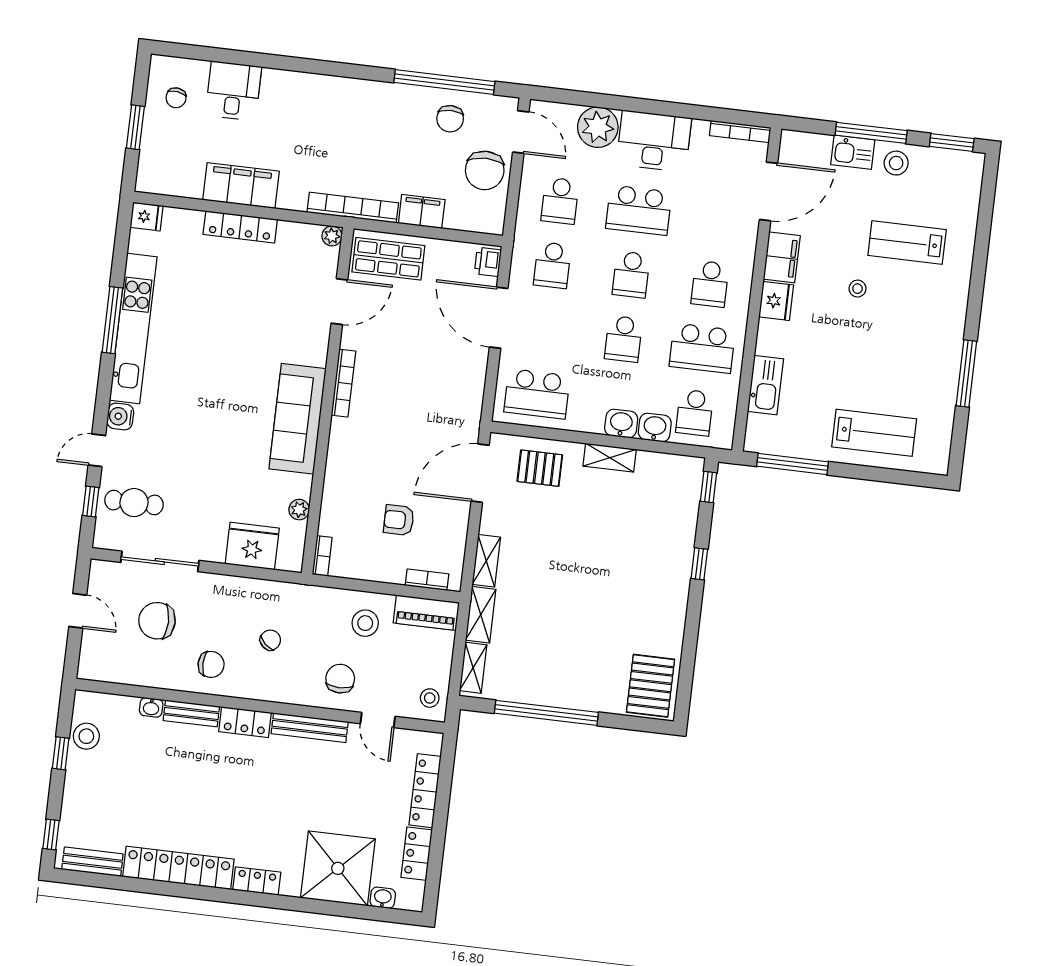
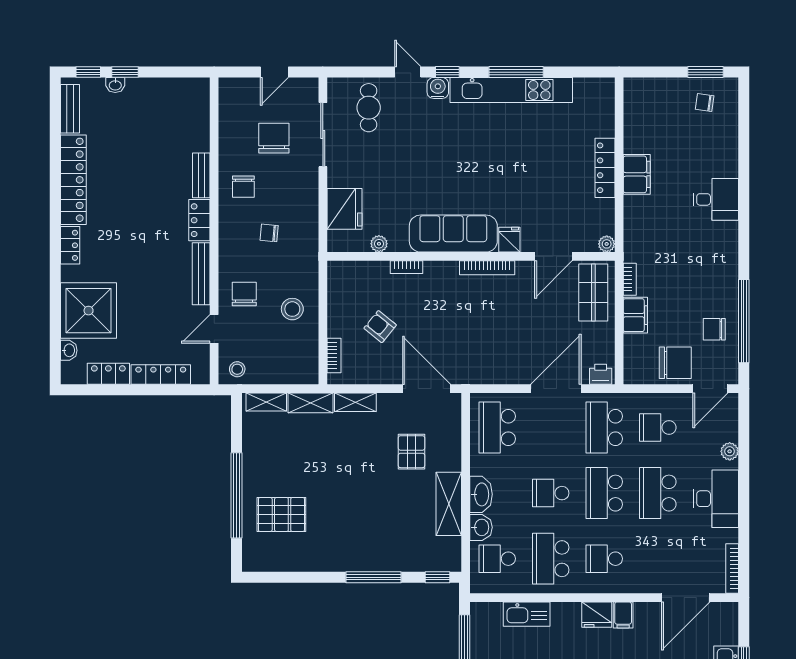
desk: (233, 91) -> (716, 199), moved
window: (135, 127) -> (705, 72), moved
plant: (598, 127) -> (730, 451), width x0.53, depth x0.53
chair: (485, 170) -> (675, 363), turned 180
filing cabinet: (241, 186) -> (637, 174), width x0.67, depth x0.86
door: (768, 191) -> (686, 598), hinge flipped
bookcase: (353, 208) -> (630, 279), width x0.43, depth x0.76
fridge: (147, 217) -> (509, 240), moved, turned 180
filing cabinet: (782, 257) -> (623, 615), width x0.50
school desk: (552, 265) -> (604, 427), width x1.85
school desk: (631, 275) -> (604, 493), width x1.85
door: (339, 302) -> (553, 256), hinge flipped
washbasin: (621, 424) -> (481, 494), width x1.38
shelving: (610, 458) -> (449, 504), width x1.50, depth x1.33
pallet: (540, 468) -> (411, 452), moved
window: (91, 502) -> (447, 72), moved
armchair: (399, 520) -> (380, 327), turned -51
bookcase: (322, 556) -> (407, 267), moved
window: (699, 564) -> (374, 577), width x2.17
piano: (426, 613) -> (307, 358), removed
chair: (270, 640) -> (269, 233), turned 143
chair: (340, 679) -> (244, 294), turned -90
pallet: (651, 686) -> (281, 514), moved
washbasin: (151, 707) -> (115, 85), moved, turned -90
window: (546, 713) -> (236, 495), moved
stool: (86, 736) -> (172, 91), removed
window: (61, 753) -> (125, 72), moved

